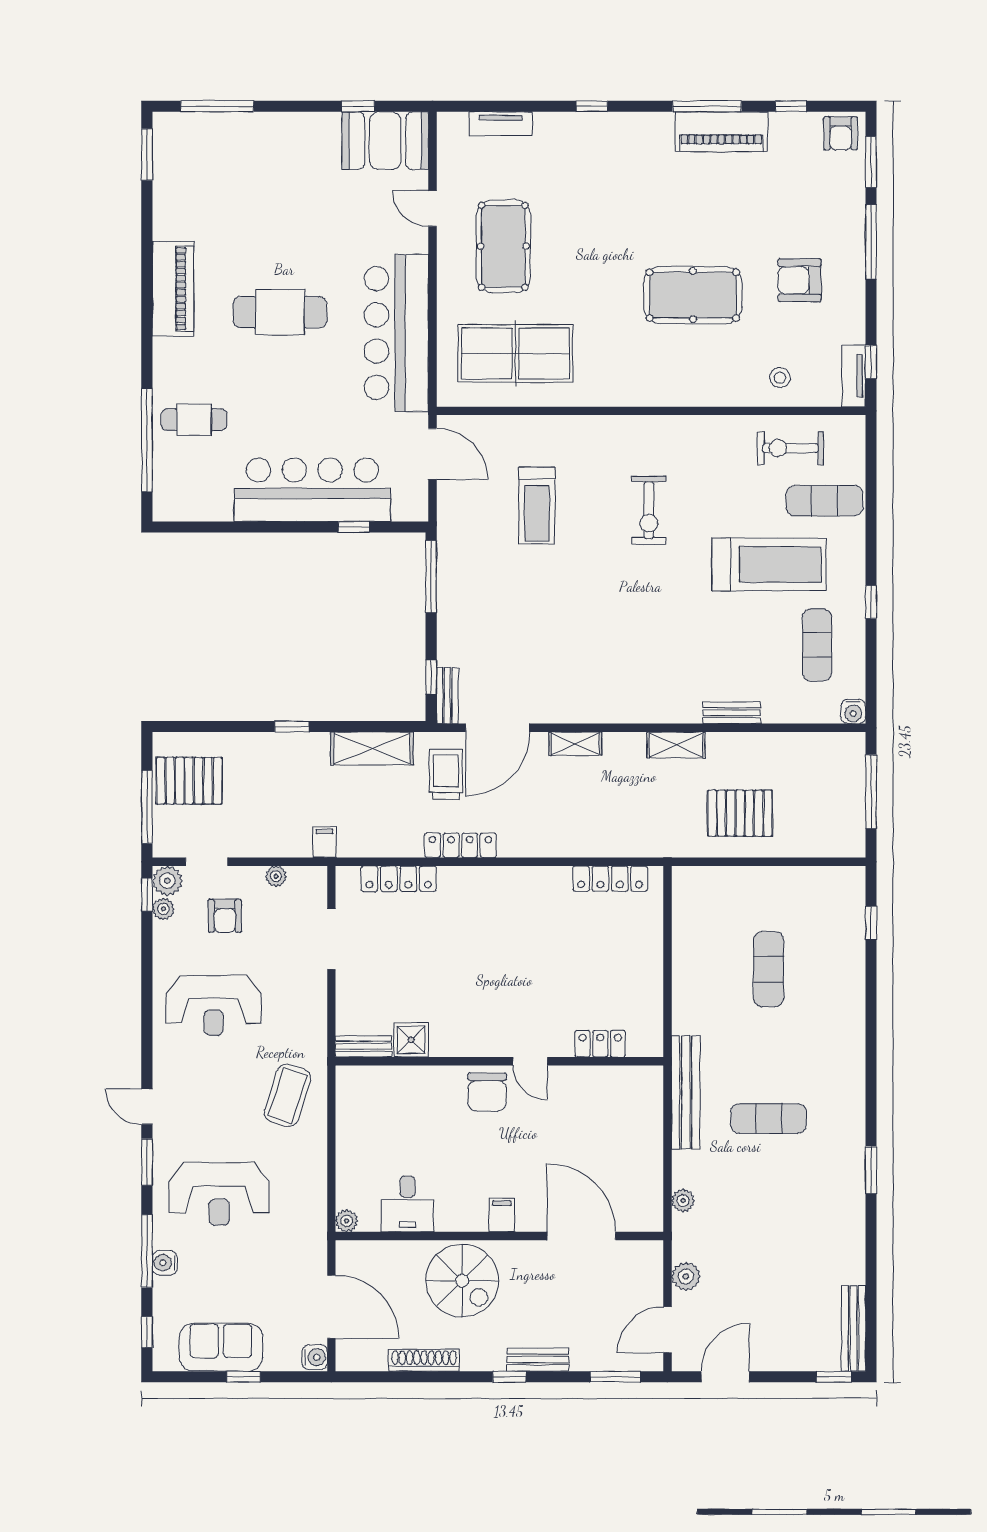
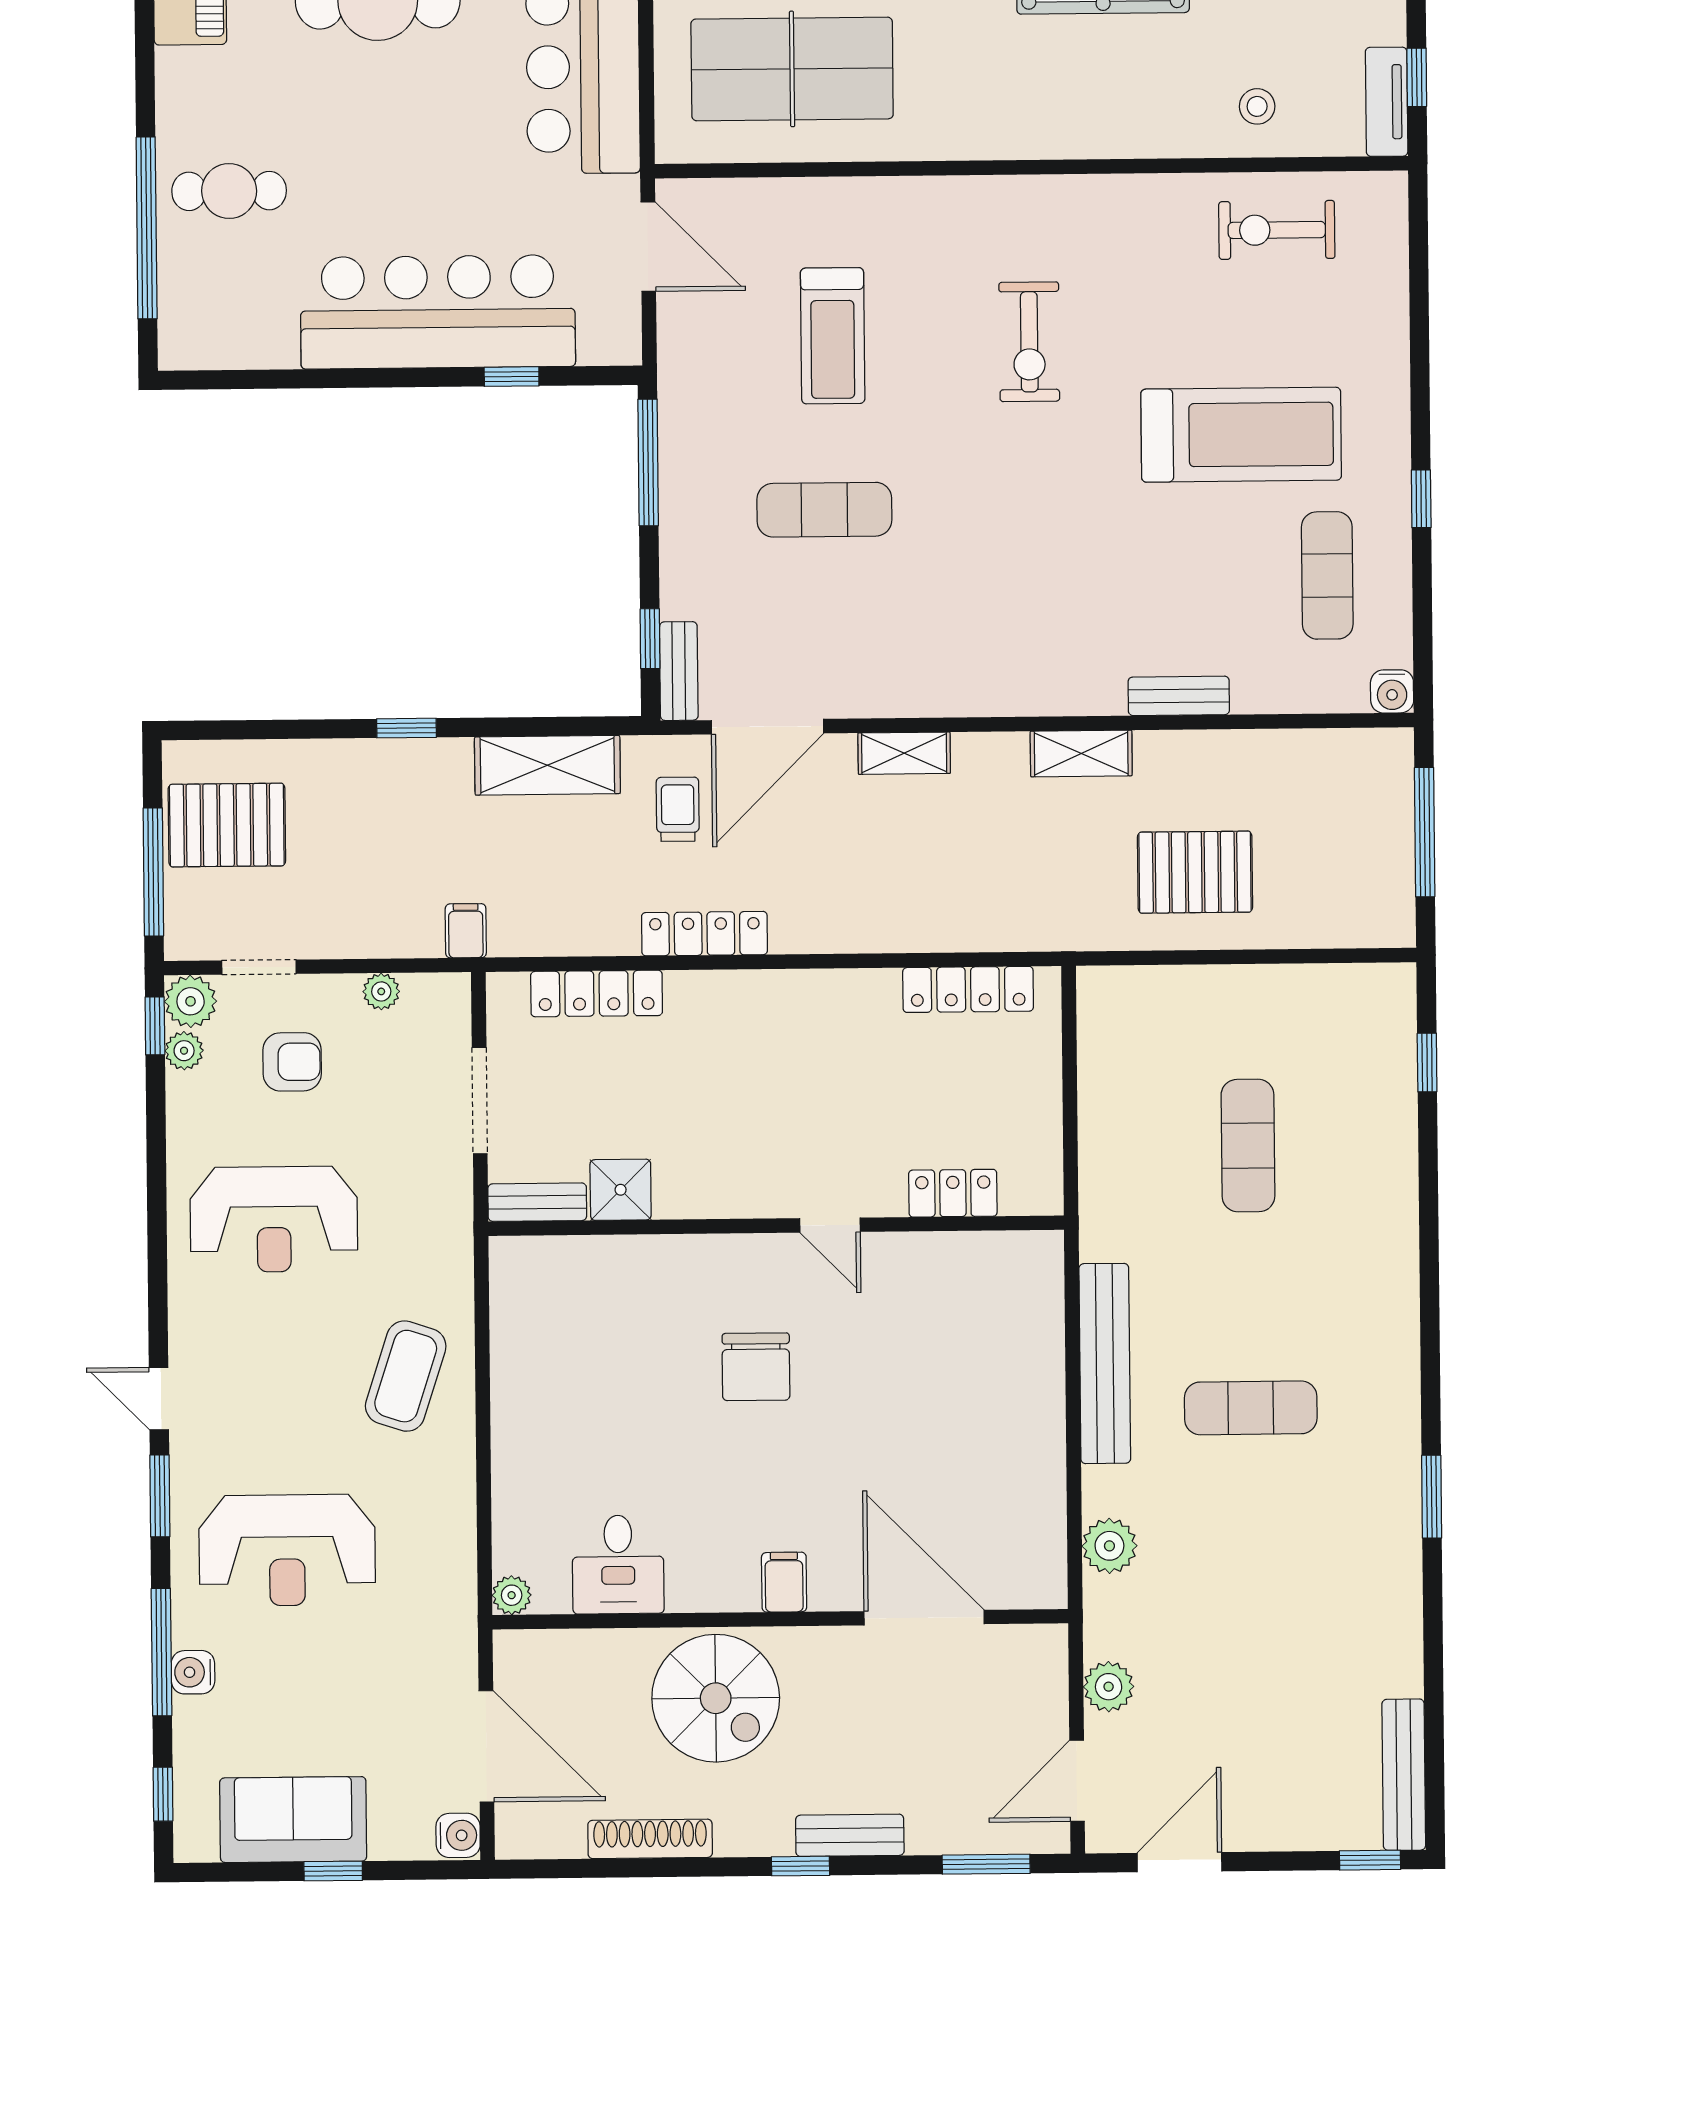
exercise mat: (825, 501) -> (824, 510), moved
trolley: (446, 774) -> (678, 809), width x0.73, depth x0.72
armchair: (225, 916) -> (292, 1062), turned -90
shower: (411, 1040) -> (621, 1190), moved
locker: (600, 1044) -> (953, 1193), moved
bench: (364, 1046) -> (537, 1202), moved
wall: (499, 1061) -> (776, 1226), moved
door: (530, 1061) -> (830, 1225), moved
plant: (683, 1201) -> (1109, 1546), width x1.38, depth x1.38

